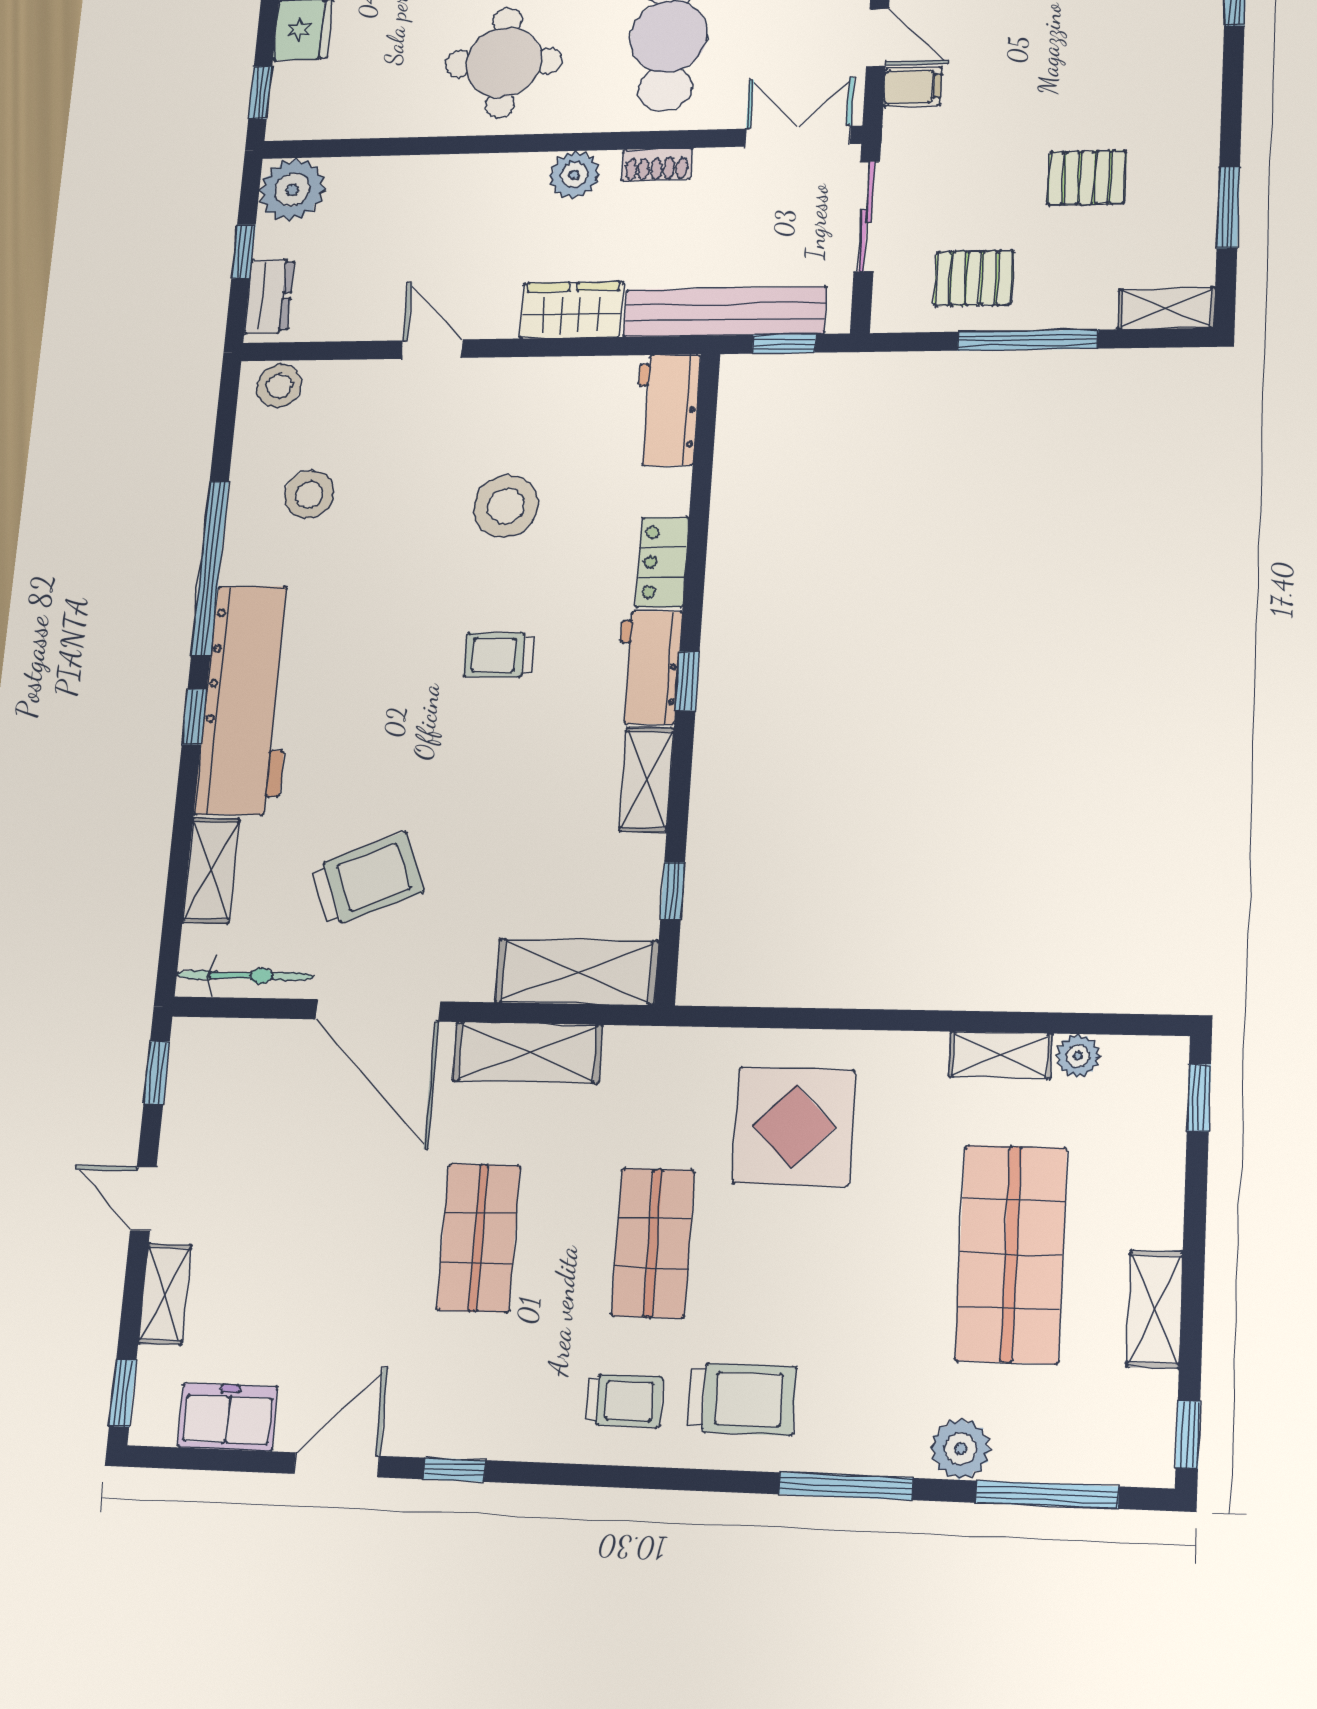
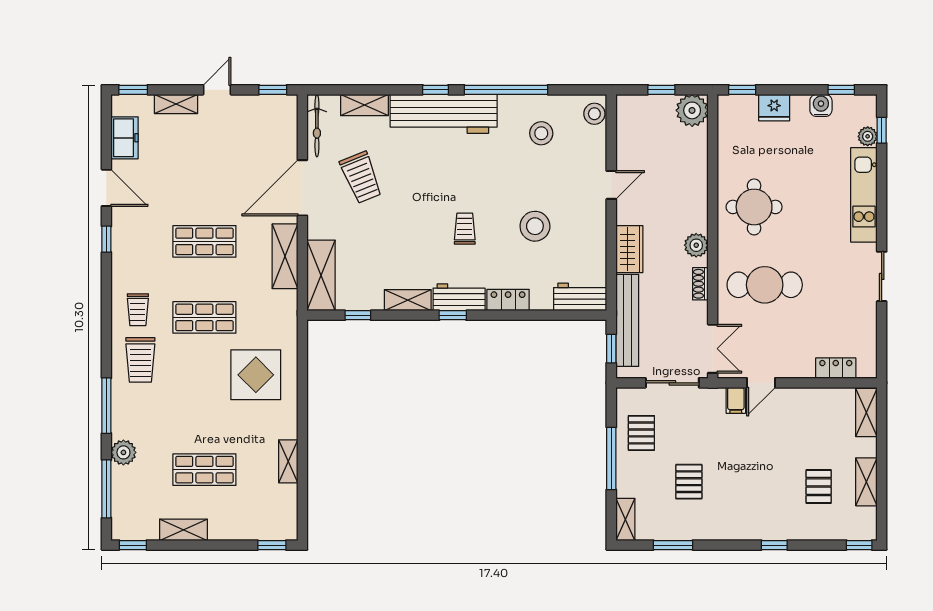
dresser: (269, 296) -> (639, 105), removed
plant: (1078, 1056) -> (289, 494), removed
shop shelf: (1011, 1254) -> (204, 470), width x0.70, depth x0.74

